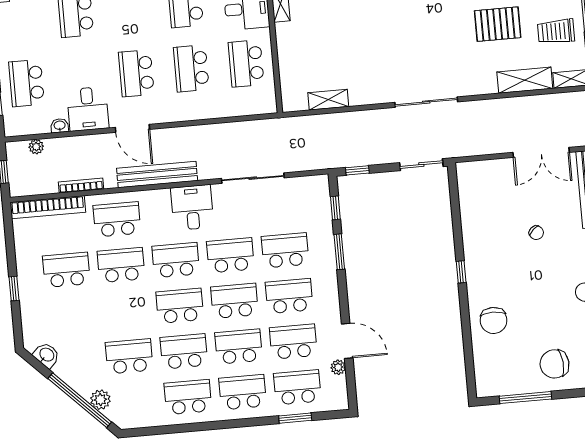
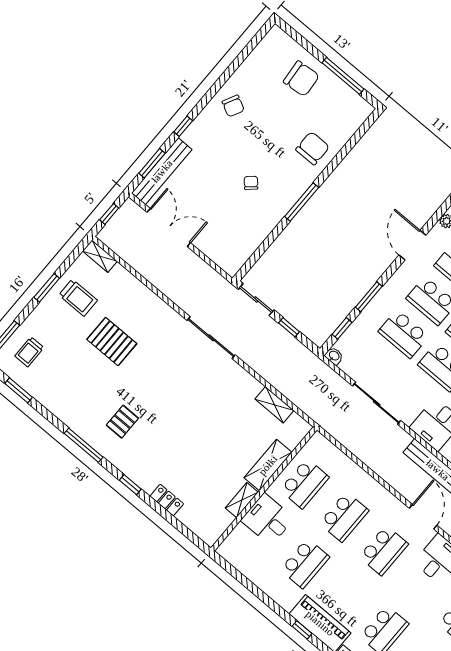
shelving: (525, 80) -> (268, 465), moved, turned 90
window: (357, 170) -> (289, 327), moved
washbasin: (321, 181) -> (334, 356), added
chair: (536, 233) -> (251, 183), moved
window: (461, 272) -> (302, 202), width x2.17
door: (347, 341) -> (412, 245), moved

